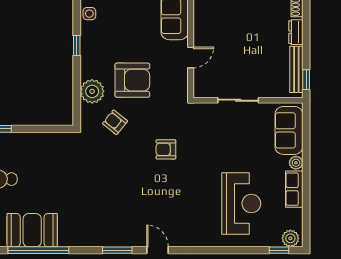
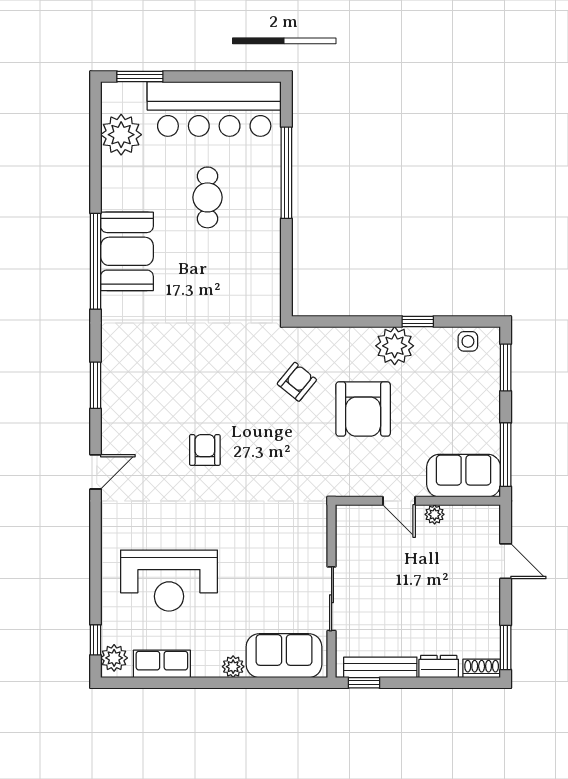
plant: (199, 35) -> (435, 514), added
plant: (92, 91) -> (395, 346), moved
sliding door: (238, 100) -> (332, 599), moved
armchair: (166, 149) -> (205, 450), moved
row of seats: (294, 189) -> (162, 664), moved
door: (157, 250) -> (96, 472), moved

